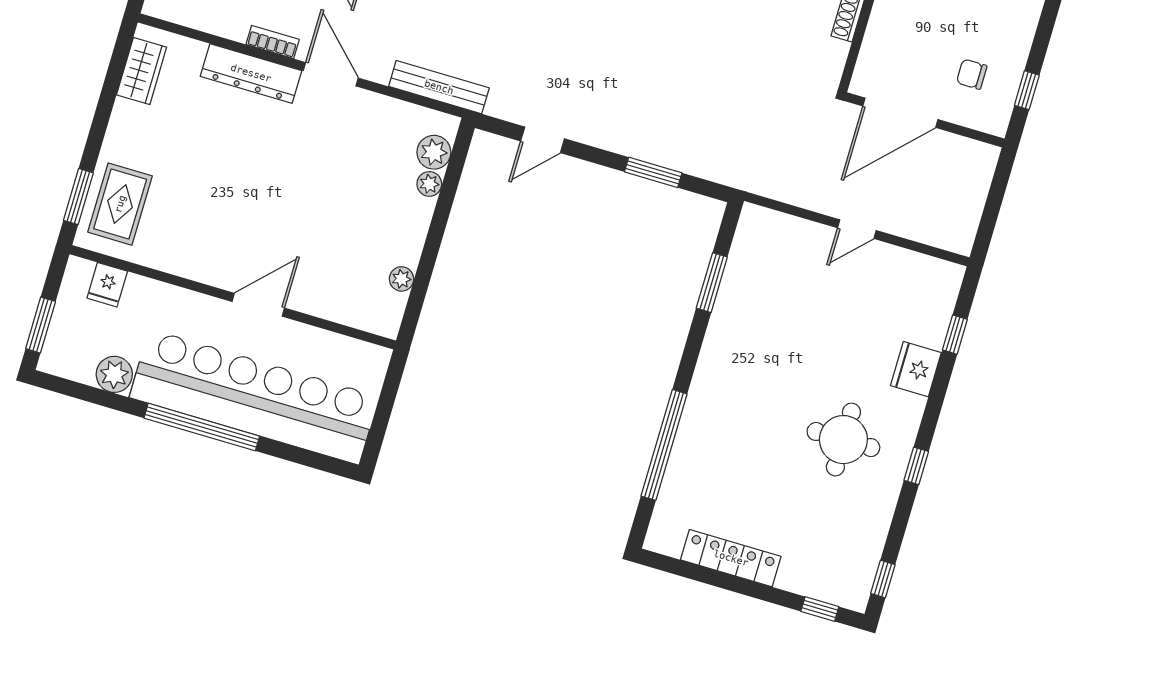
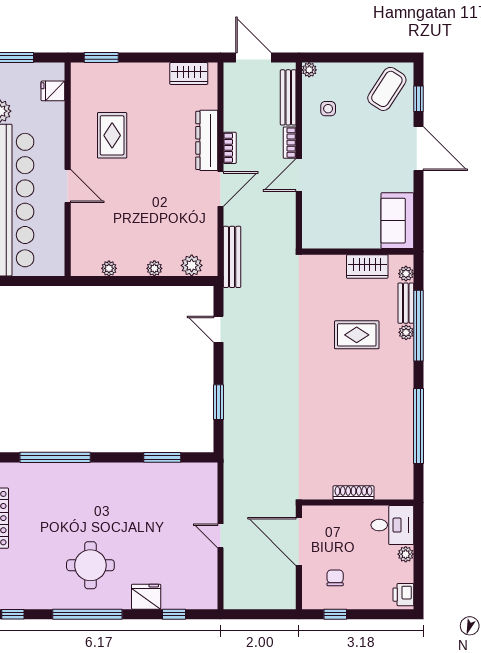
plant: (429, 184) -> (154, 268), moved
rug: (120, 204) -> (112, 135), moved, turned 90
window: (916, 466) -> (87, 614), width x3.17

